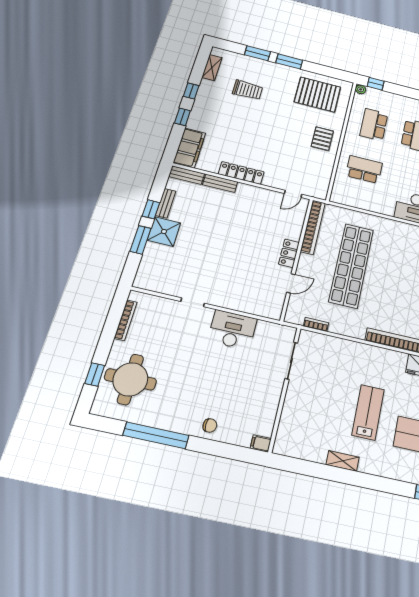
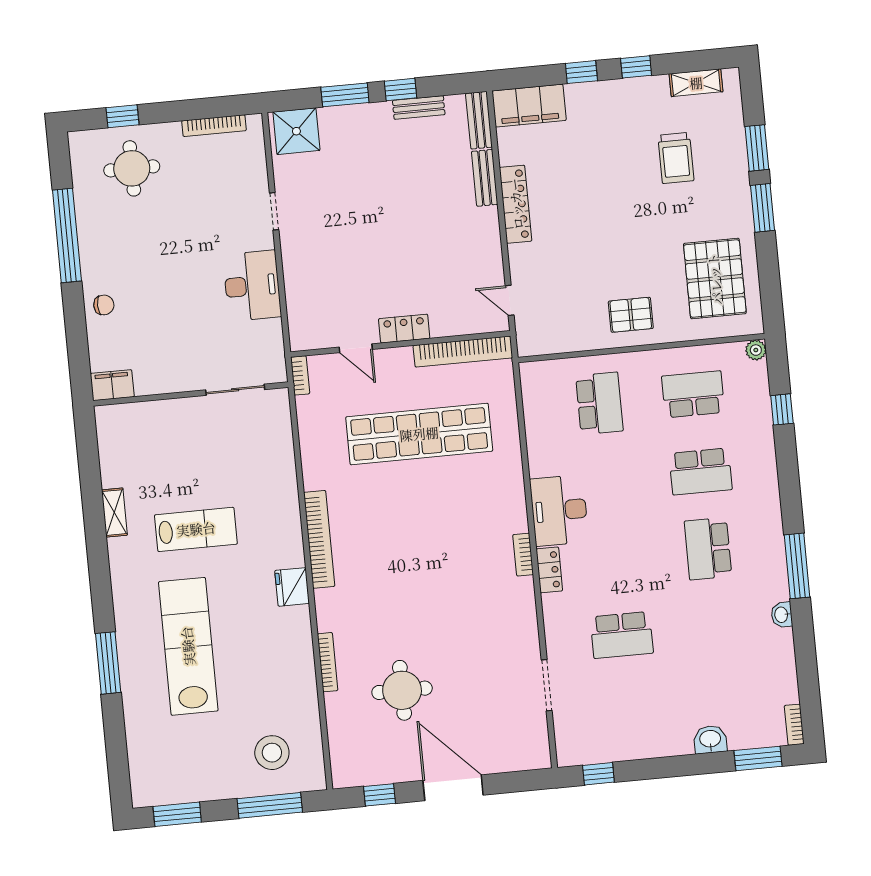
window: (376, 84) -> (782, 409), moved
shower: (164, 231) -> (296, 131), moved
bookcase: (316, 324) -> (300, 375), moved
round table: (130, 379) -> (132, 168), width x0.73, depth x0.73
chair: (210, 425) -> (104, 305), turned -90
filing cabinet: (261, 443) -> (112, 385), width x2.00

